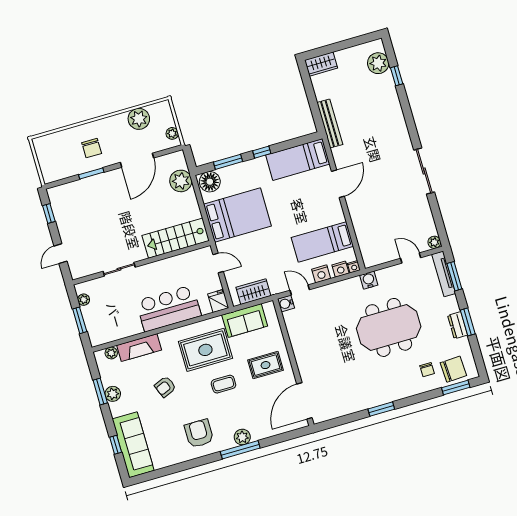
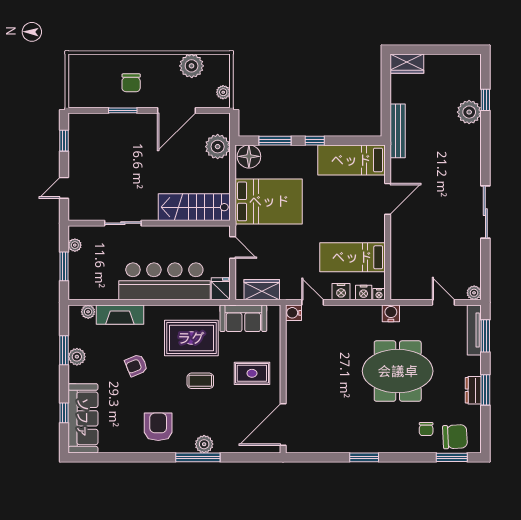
plant: (378, 63) -> (469, 112), moved
bar counter: (169, 308) -> (164, 281), width x1.36

